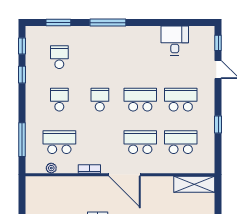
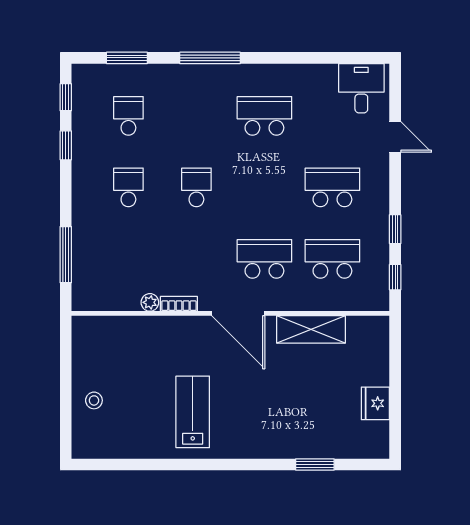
desk: (175, 41) -> (361, 88), moved
window: (218, 43) -> (395, 277), moved
school desk: (140, 100) -> (264, 116), moved
school desk: (59, 142) -> (128, 259), removed
plant: (51, 168) -> (150, 302), moved
shelving: (194, 184) -> (311, 329), moved

